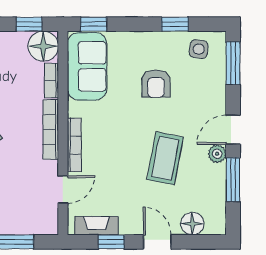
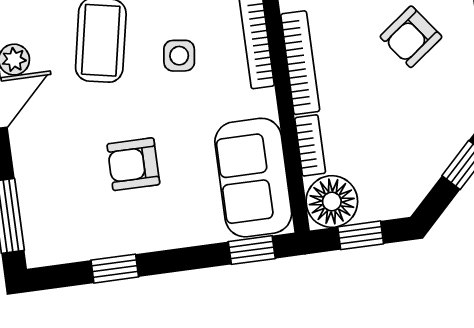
side table: (199, 49) -> (179, 56), moved
armchair: (156, 83) -> (133, 164), turned -90

